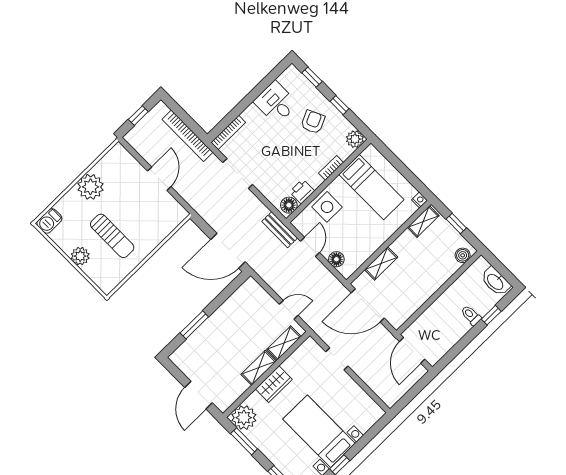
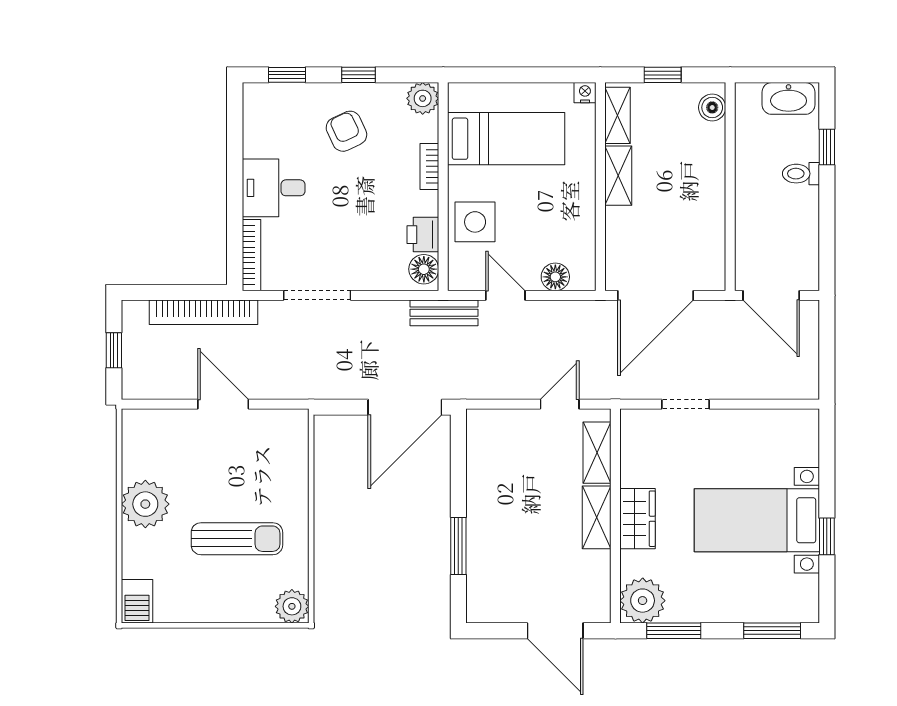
desk: (276, 103) -> (274, 188), moved
plant: (80, 256) -> (292, 606), moved
shelving: (381, 263) -> (618, 176), moved

